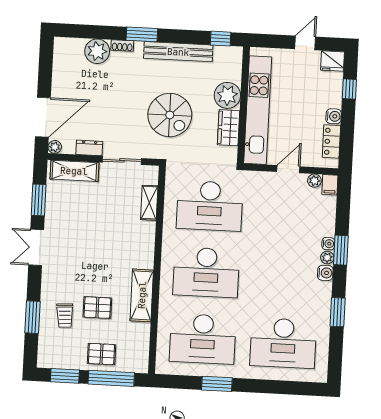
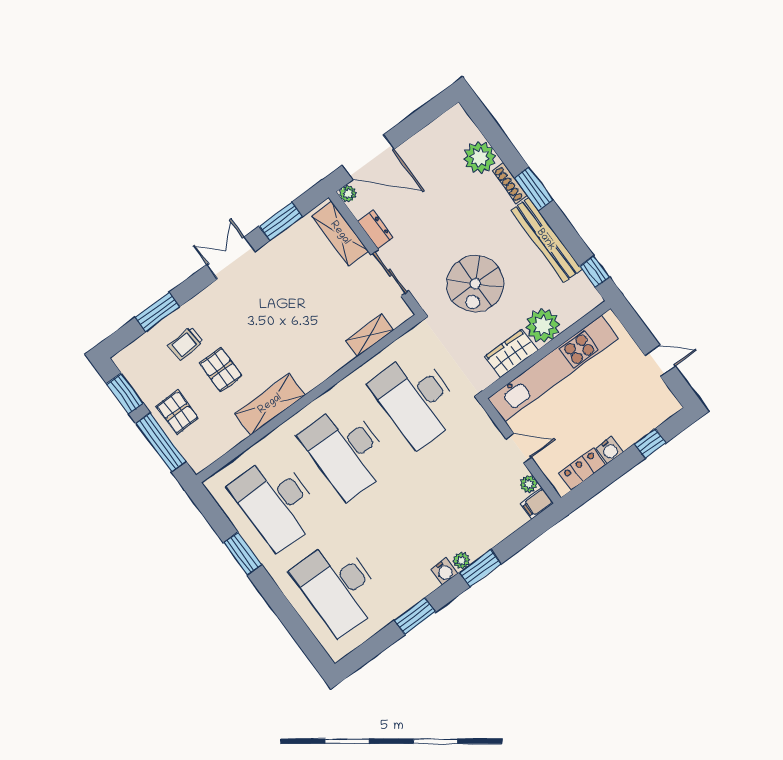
shoe rack: (122, 46) -> (510, 183), width x1.43
fridge: (333, 61) -> (664, 403), removed
water cooler: (328, 244) -> (476, 550), removed

